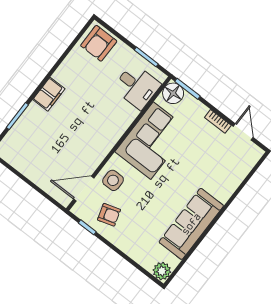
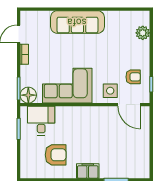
armchair: (99, 43) -> (56, 155), moved
armchair: (109, 215) -> (133, 77), turned 107
sofa: (191, 224) -> (77, 22), moved
plant: (162, 271) -> (143, 33), moved

